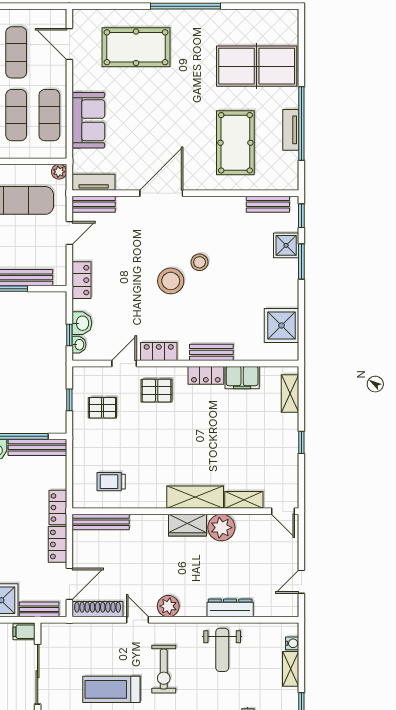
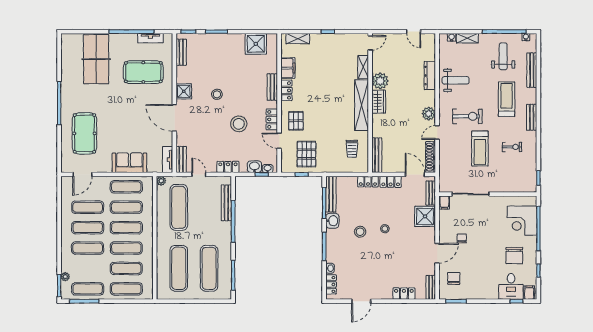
tv unit: (291, 130) -> (150, 38), moved
shower: (286, 245) -> (184, 91), moved
stool: (171, 281) -> (239, 124), moved
pallet: (102, 408) -> (306, 154), width x1.50, depth x1.42
shelving: (195, 497) -> (362, 105), width x1.47

